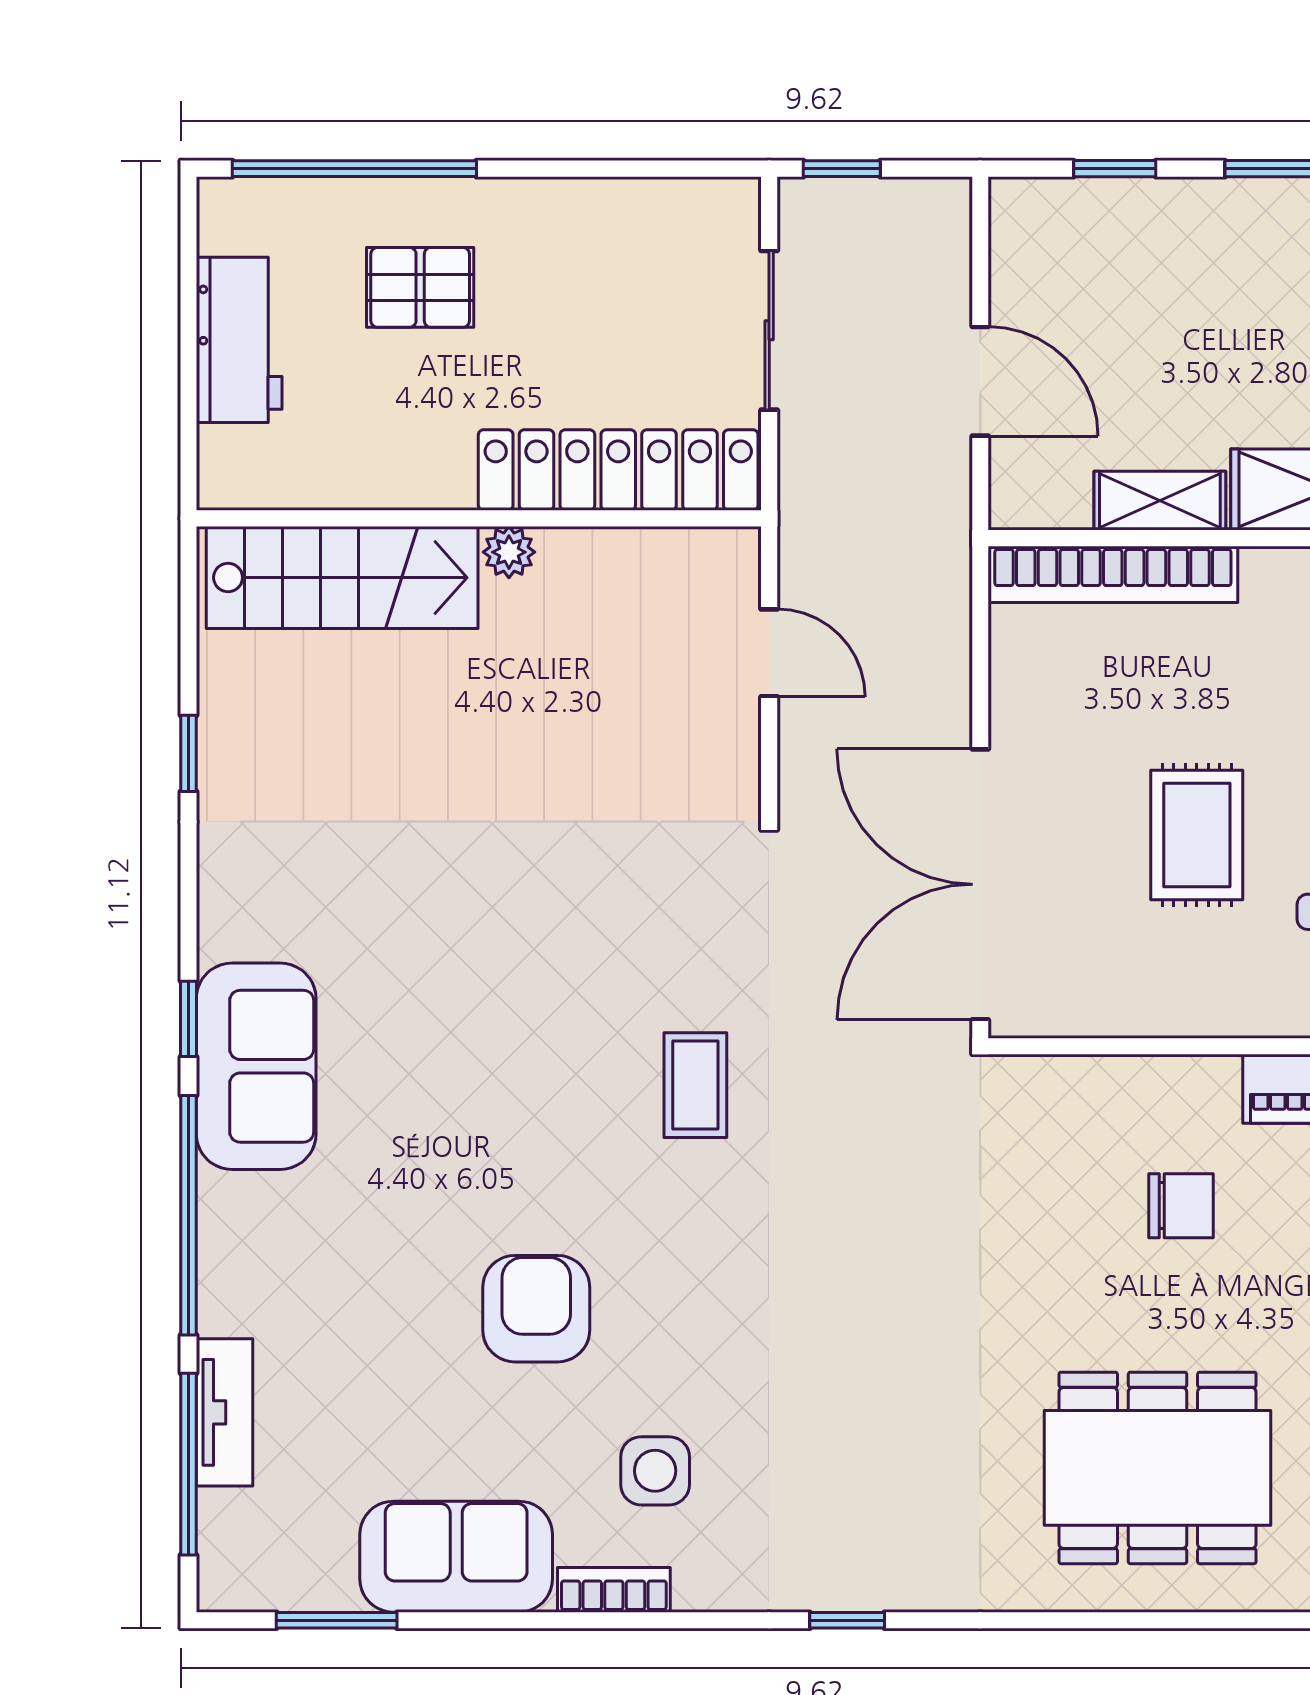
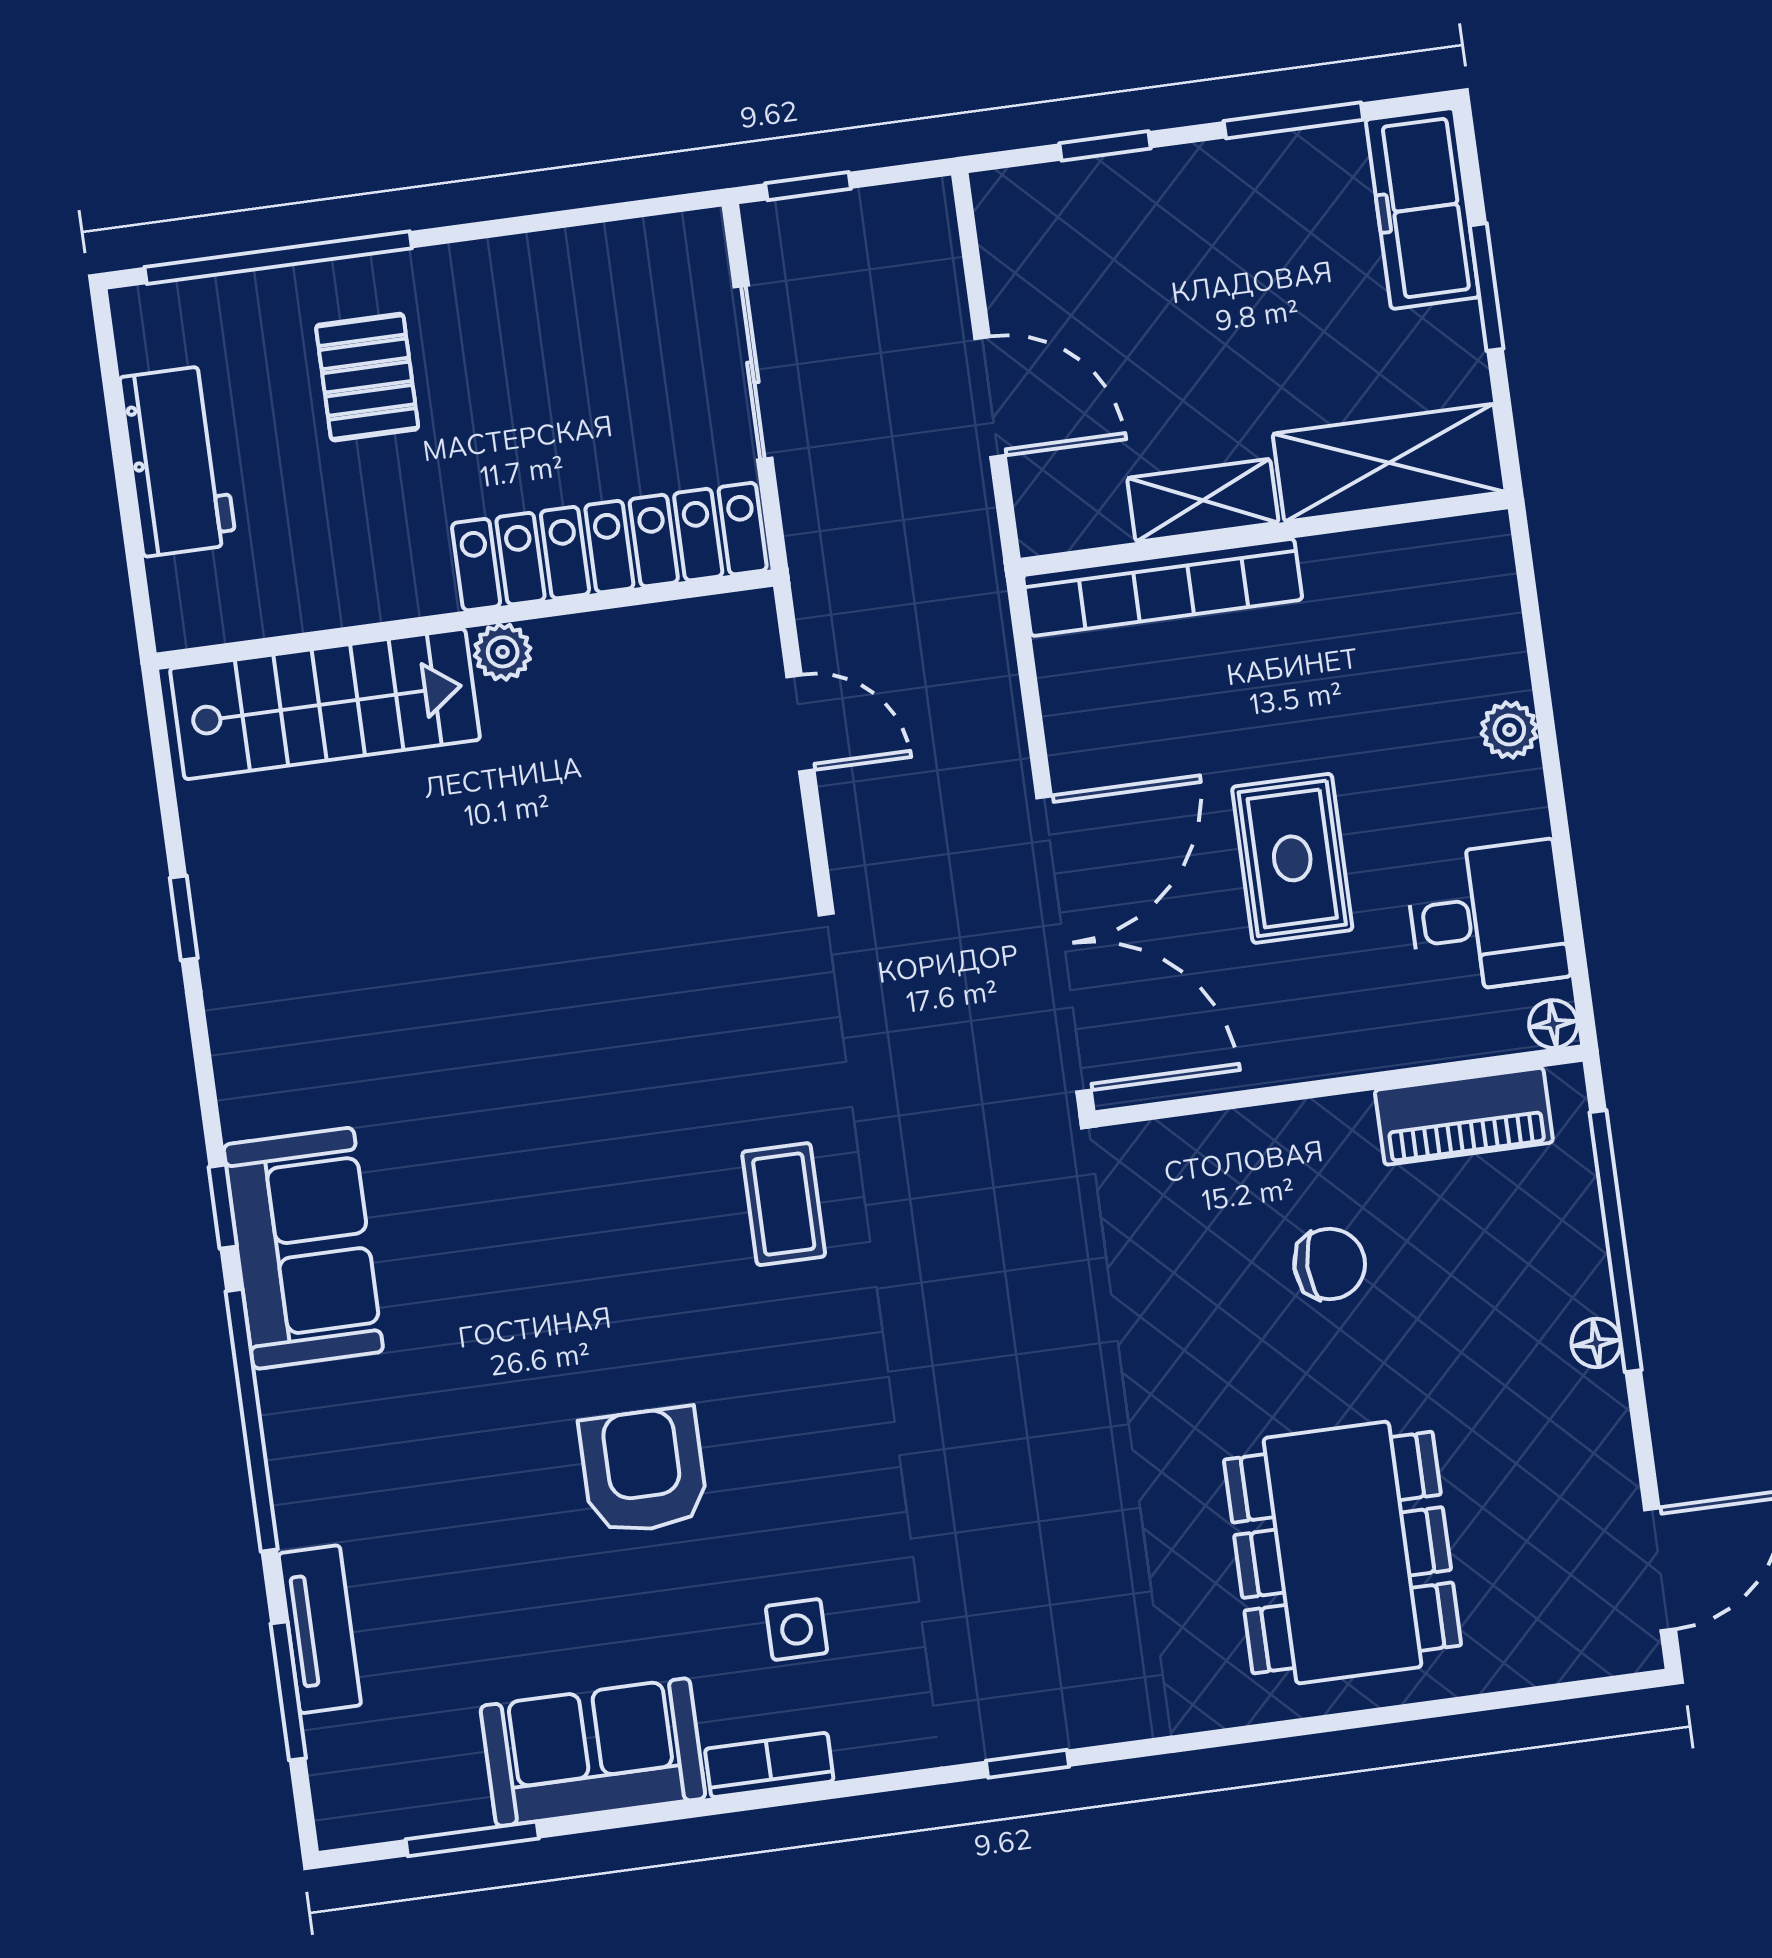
pallet: (420, 287) -> (367, 377), turned 90
double door: (980, 884) -> (1064, 944), swing flipped
window: (188, 1464) -> (288, 1691), width x0.69
dining table: (1158, 1468) -> (1343, 1553), turned 90
side table: (655, 1471) -> (797, 1629), width x0.73, depth x0.73

